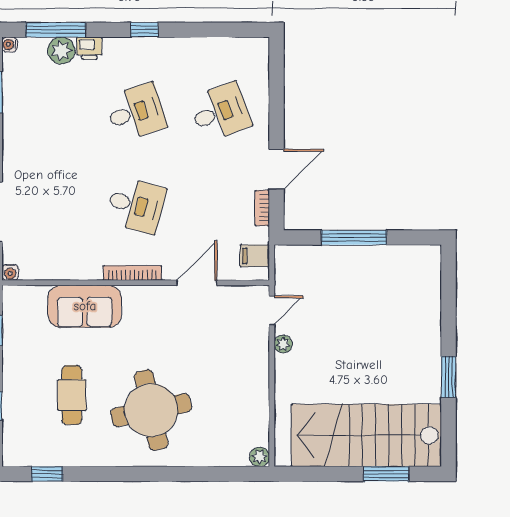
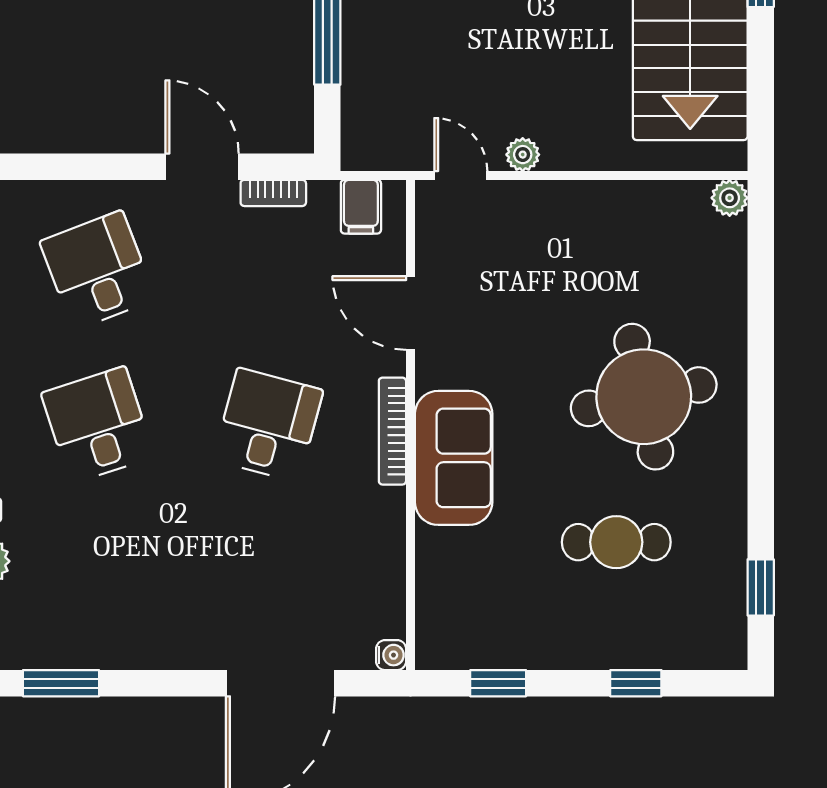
sofa: (85, 306) -> (454, 458), moved

